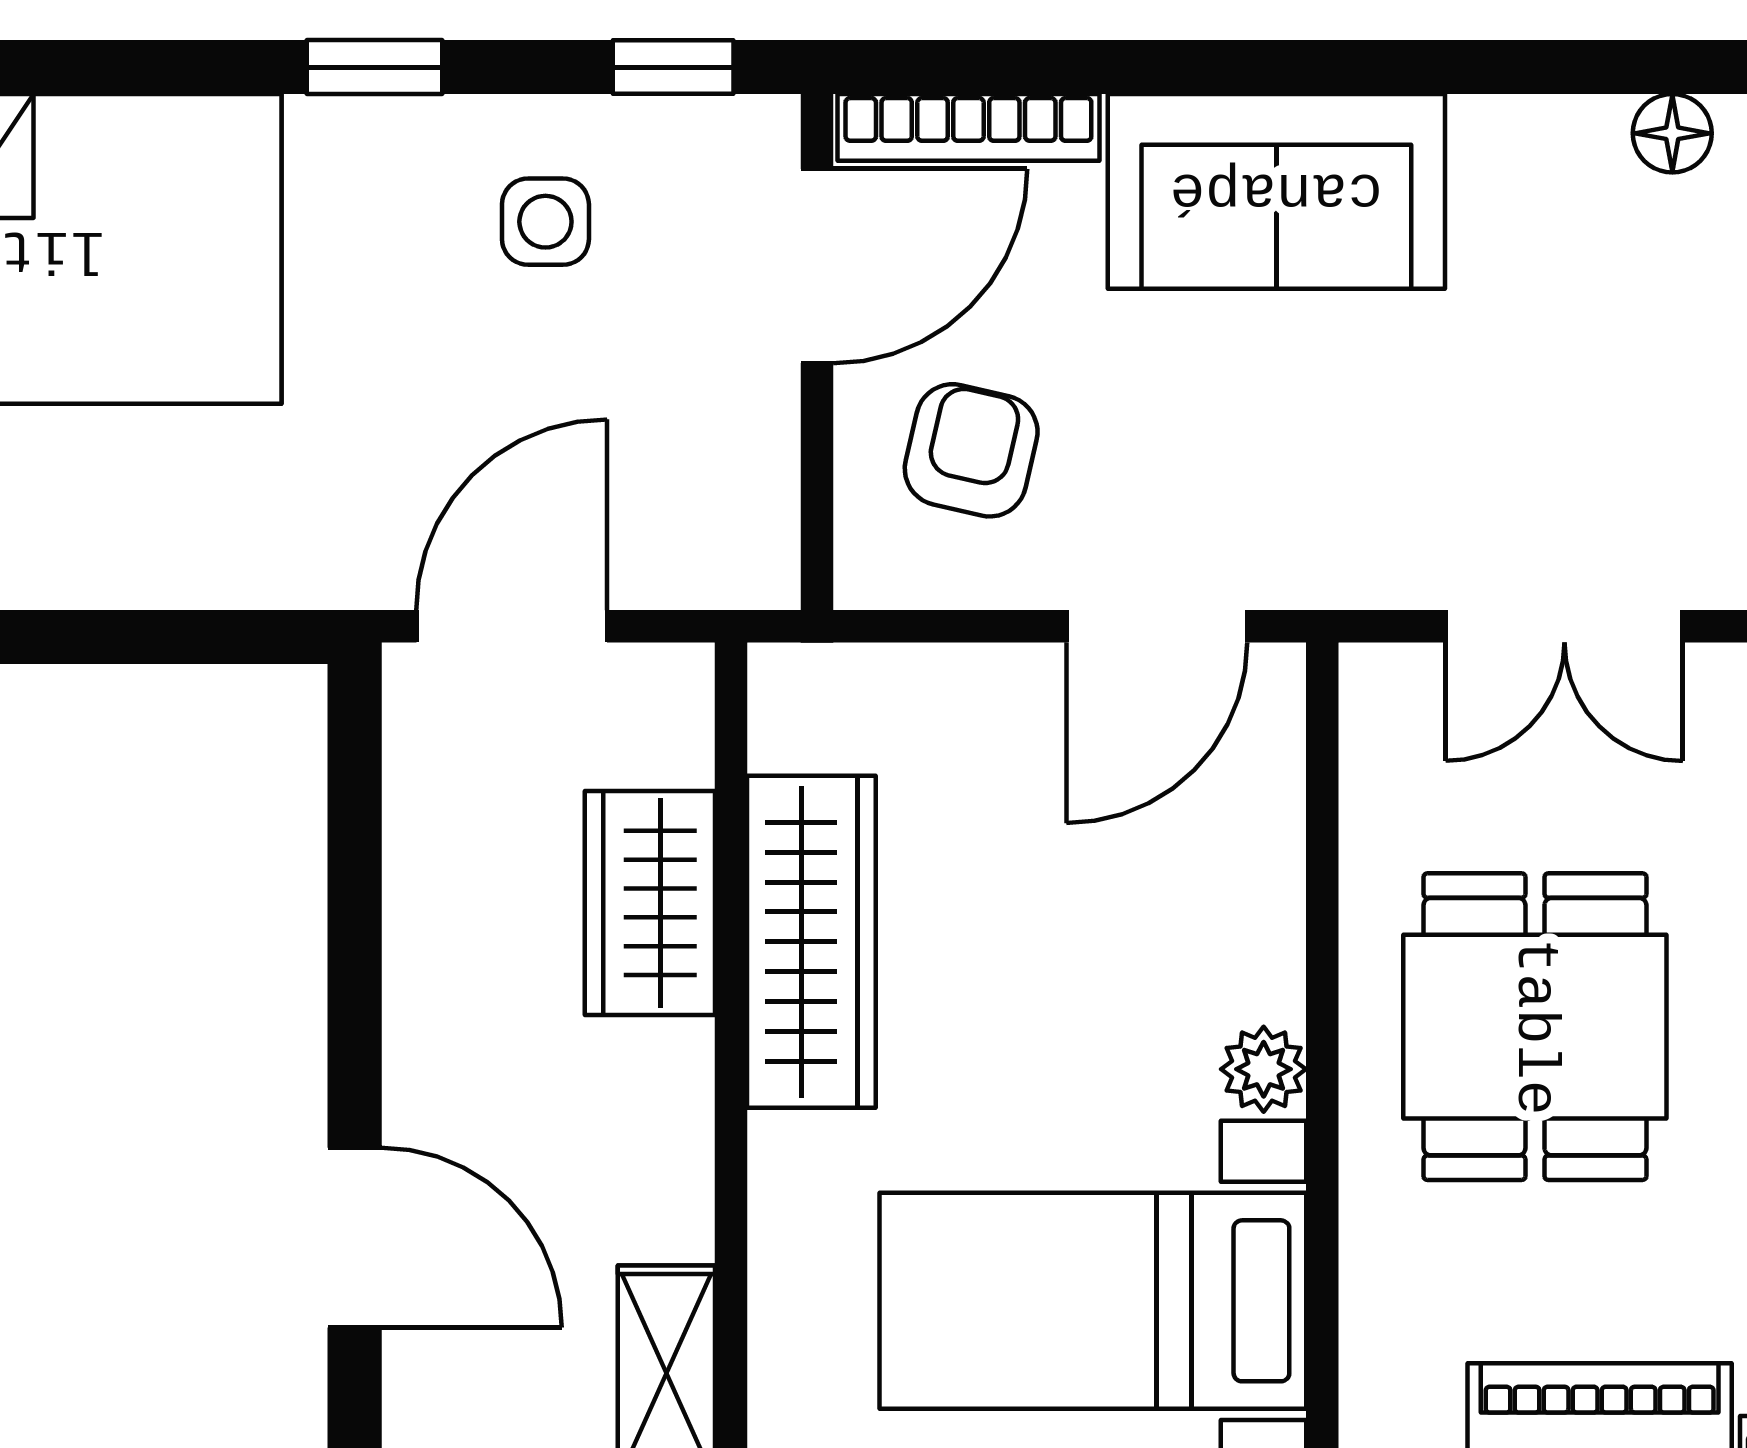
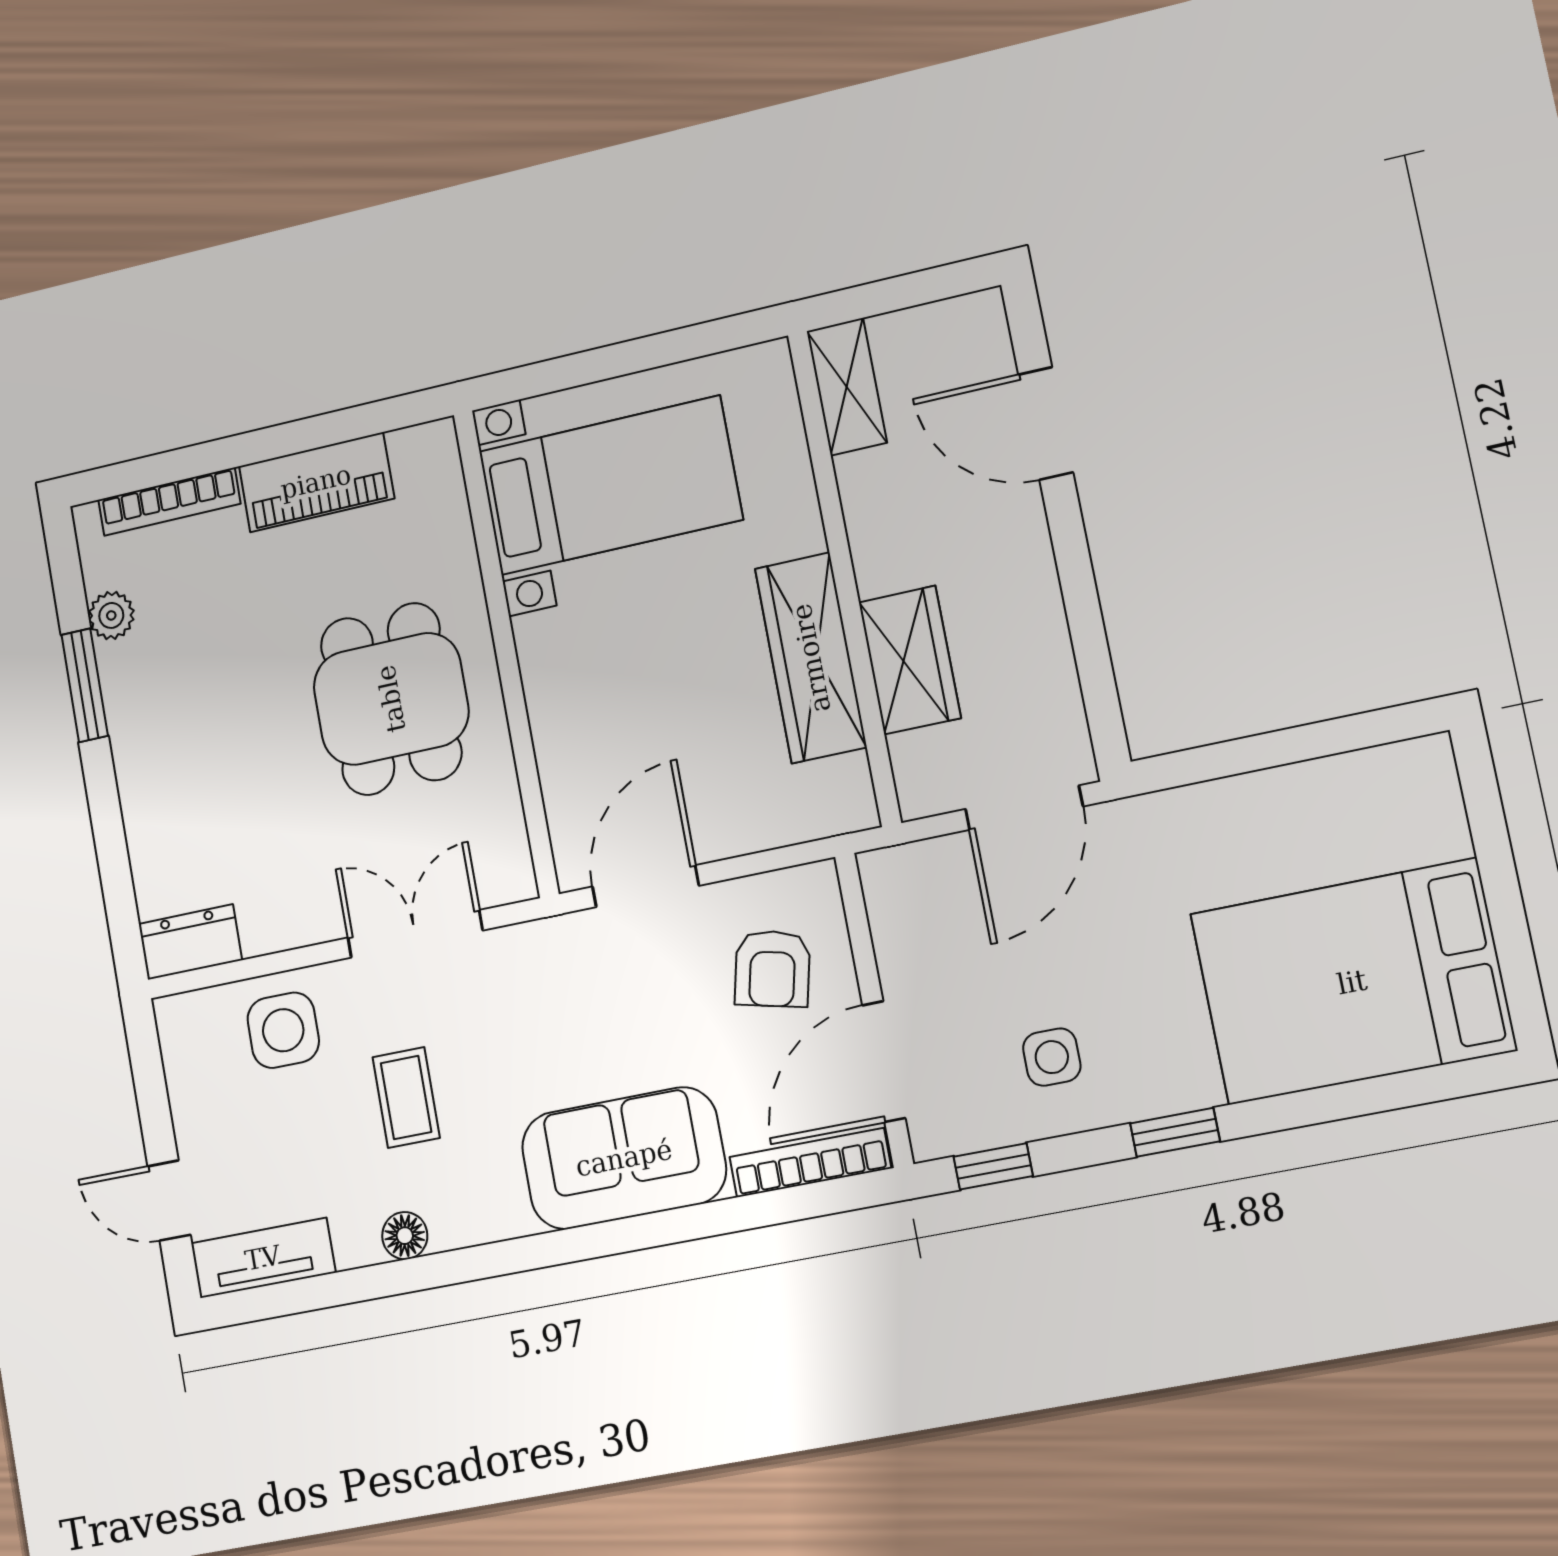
coffee table: (1629, 359) -> (406, 1098), added
plant: (1264, 1069) -> (538, 641), removed

